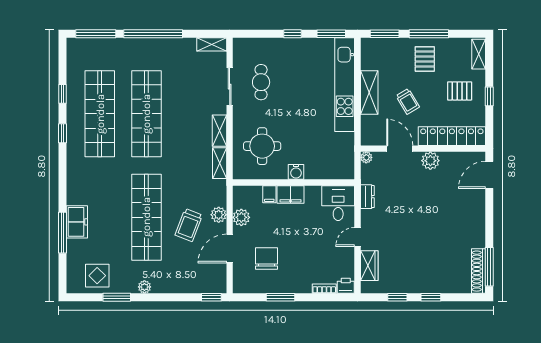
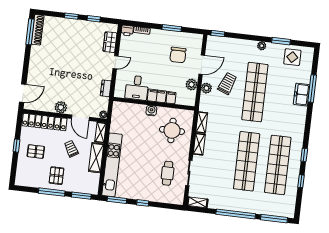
shelving: (479, 54) -> (101, 132), moved
desk: (338, 203) -> (137, 88), moved

